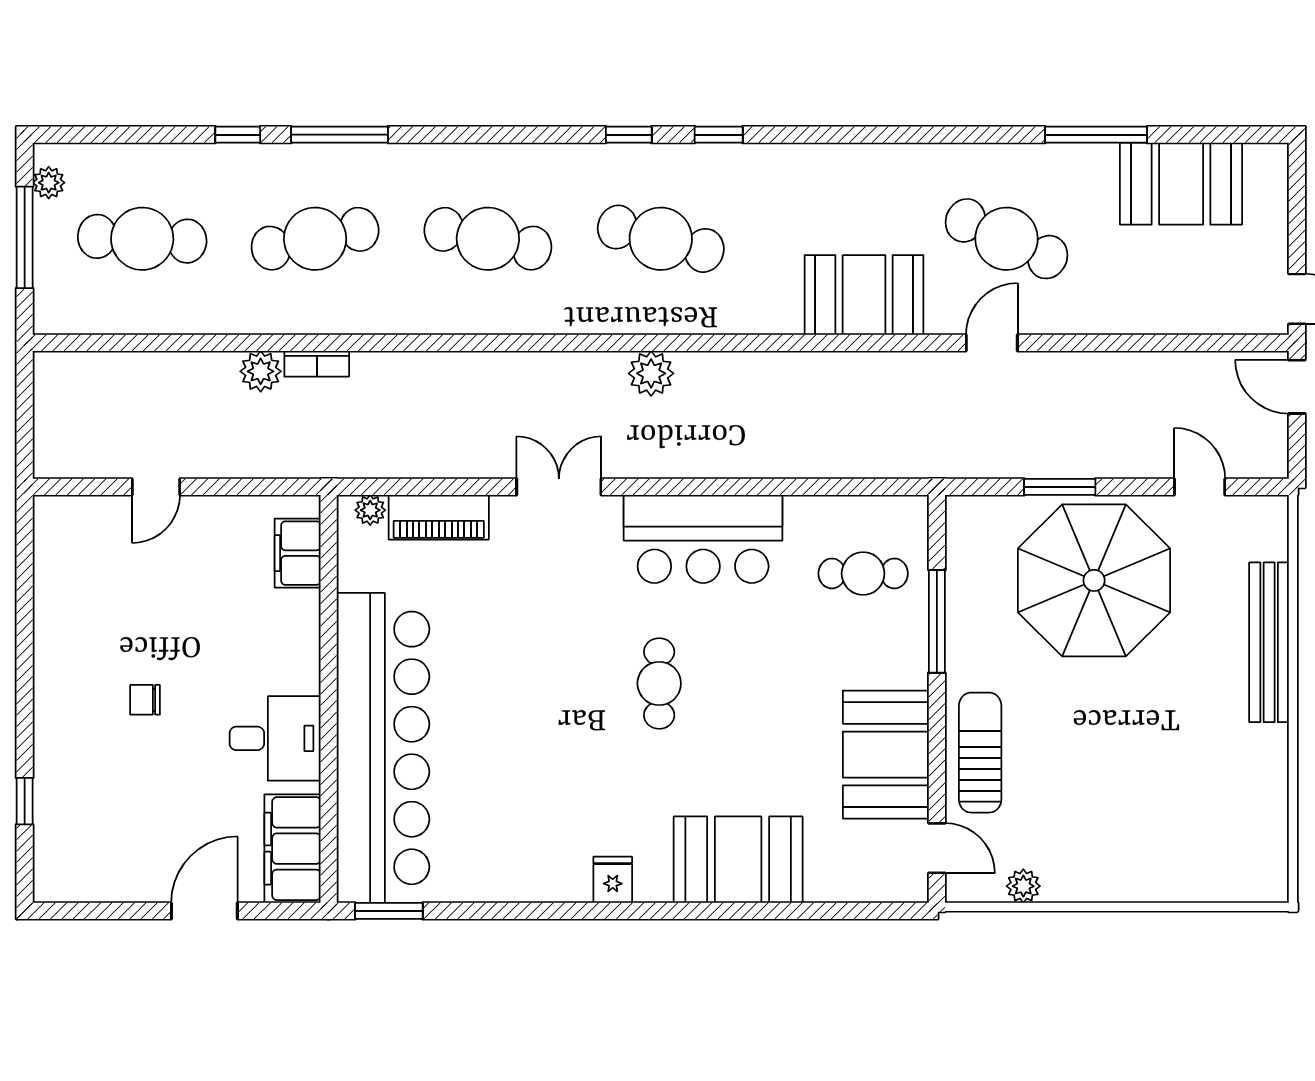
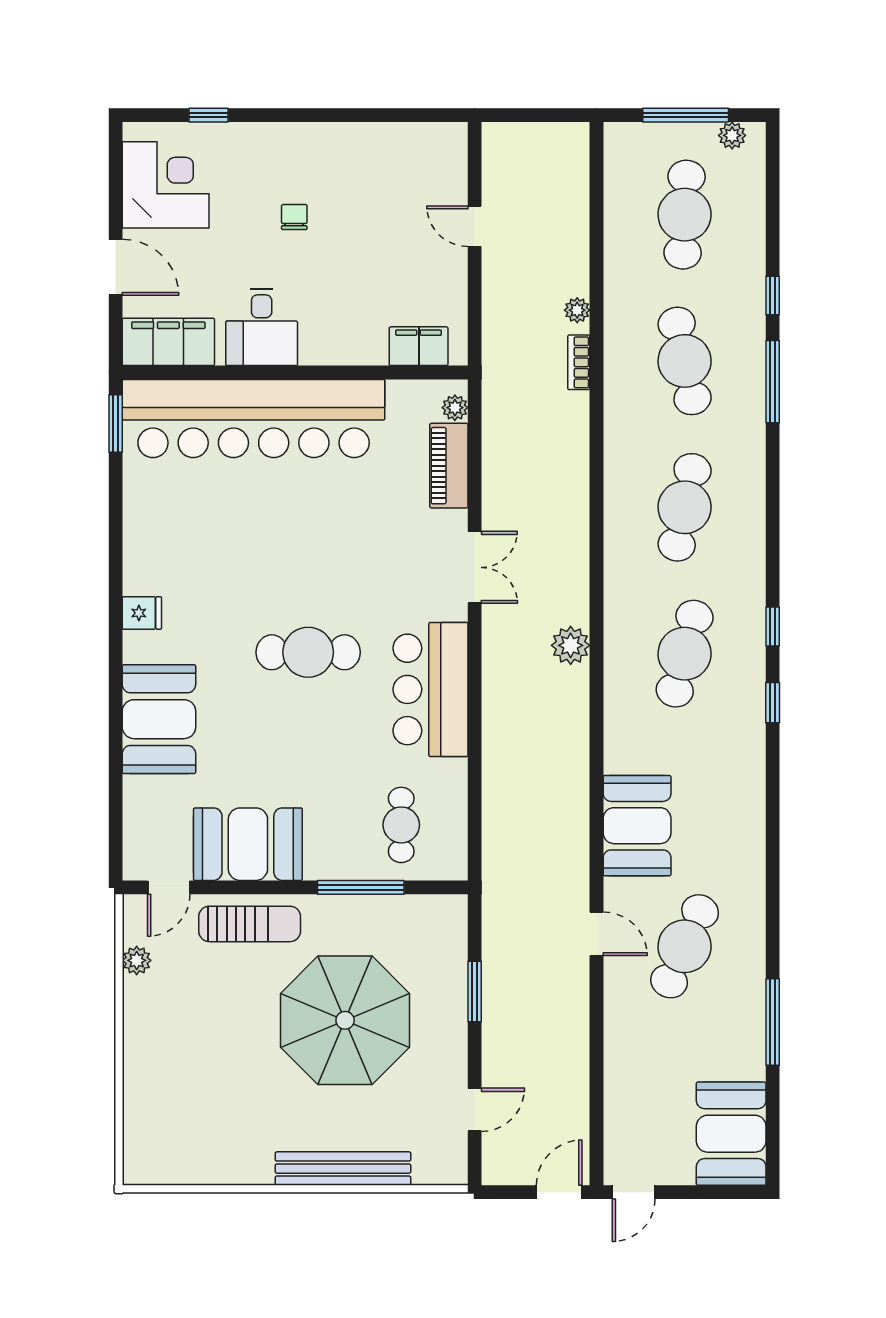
booth: (1181, 184) -> (731, 1134), moved
plant: (261, 371) -> (577, 310), width x0.73, depth x0.73
parasol: (1094, 580) -> (345, 1020), moved
cafe table: (659, 683) -> (308, 652), width x1.37, depth x1.35
corner desk: (107, 852) -> (166, 185), added

